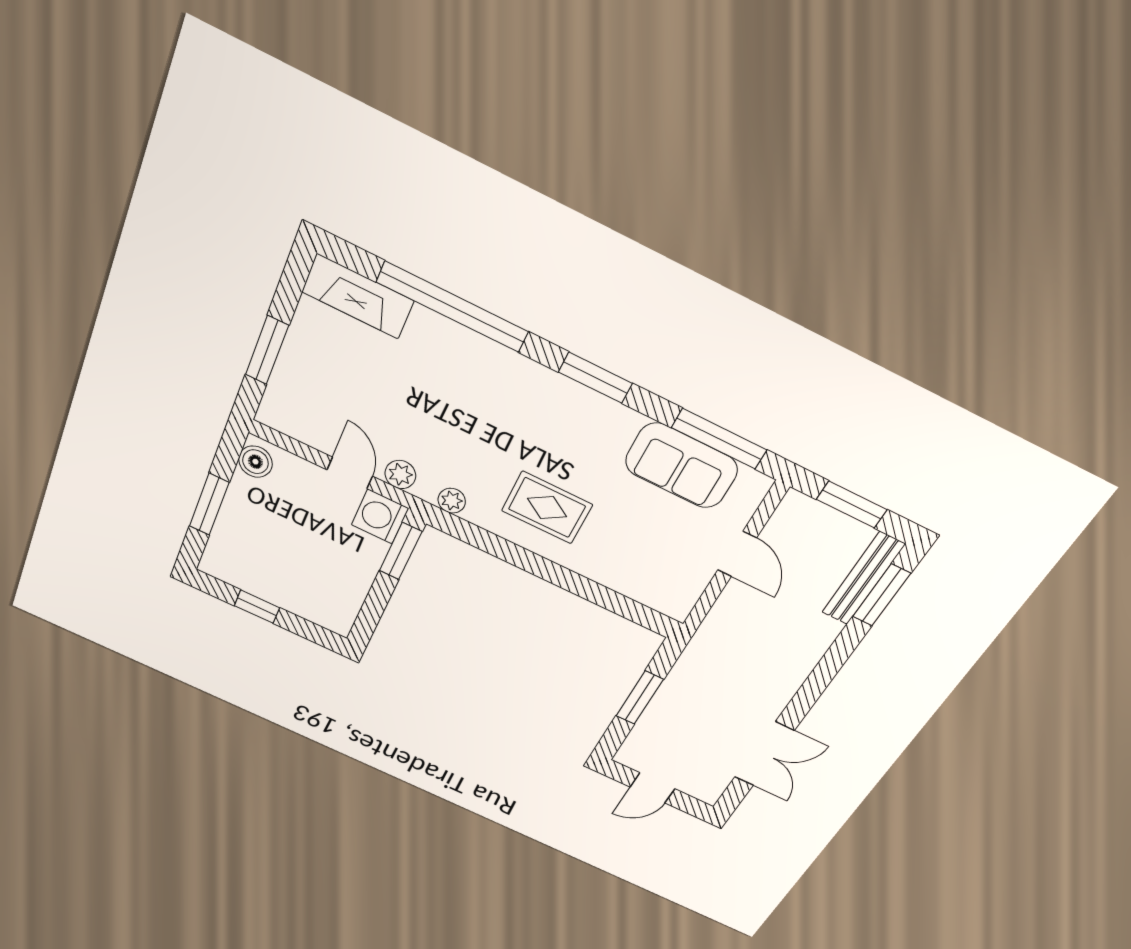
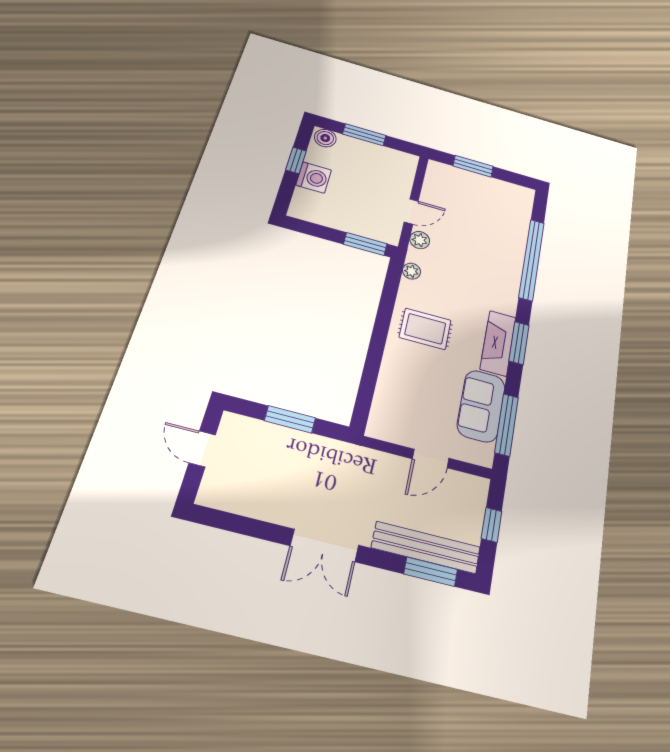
fireplace: (358, 296) -> (498, 343), moved
boiler: (255, 462) -> (325, 138), moved
window: (852, 504) -> (491, 525), width x0.67
rug: (547, 508) -> (425, 329), turned 90
washing machine: (380, 517) -> (314, 178), moved, turned 90
bench: (863, 578) -> (426, 547), width x1.37, depth x1.21
double door: (764, 754) -> (325, 545), moved

